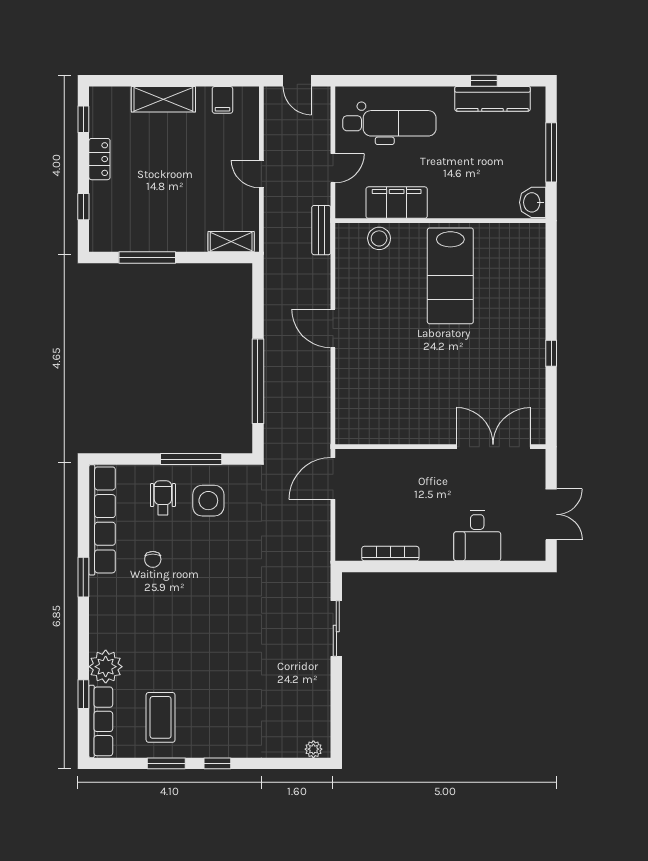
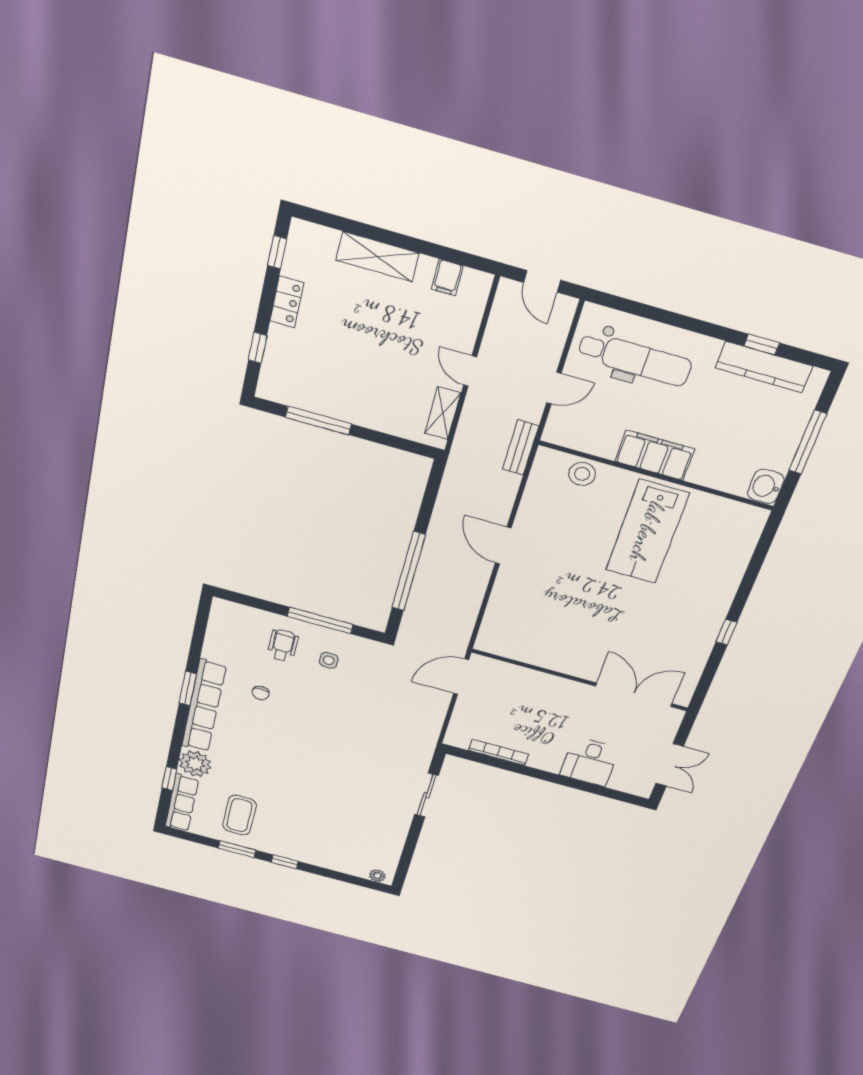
filing cabinet: (397, 203) -> (655, 455), moved
shelving: (231, 242) -> (443, 413), moved, turned 90
side table: (208, 501) -> (329, 660), width x0.54, depth x0.54
row of seats: (102, 520) -> (204, 706), moved

